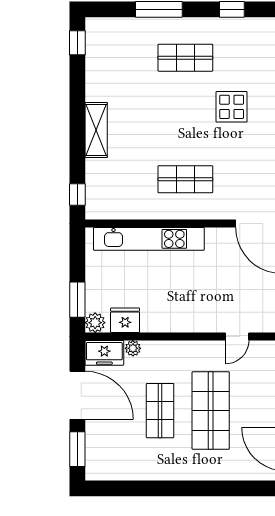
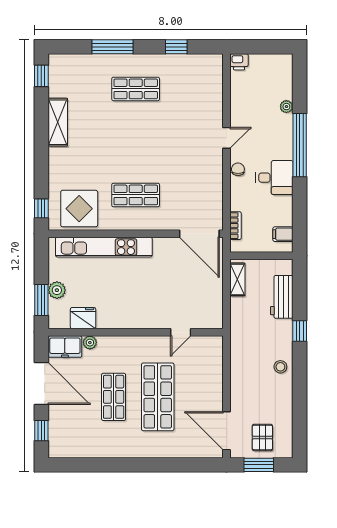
display table: (232, 107) -> (79, 209), moved, width x1.36, depth x1.36
shelving: (96, 130) -> (58, 122), moved
plant: (95, 323) -> (57, 290), moved
window: (77, 449) -> (41, 431), width x0.67

